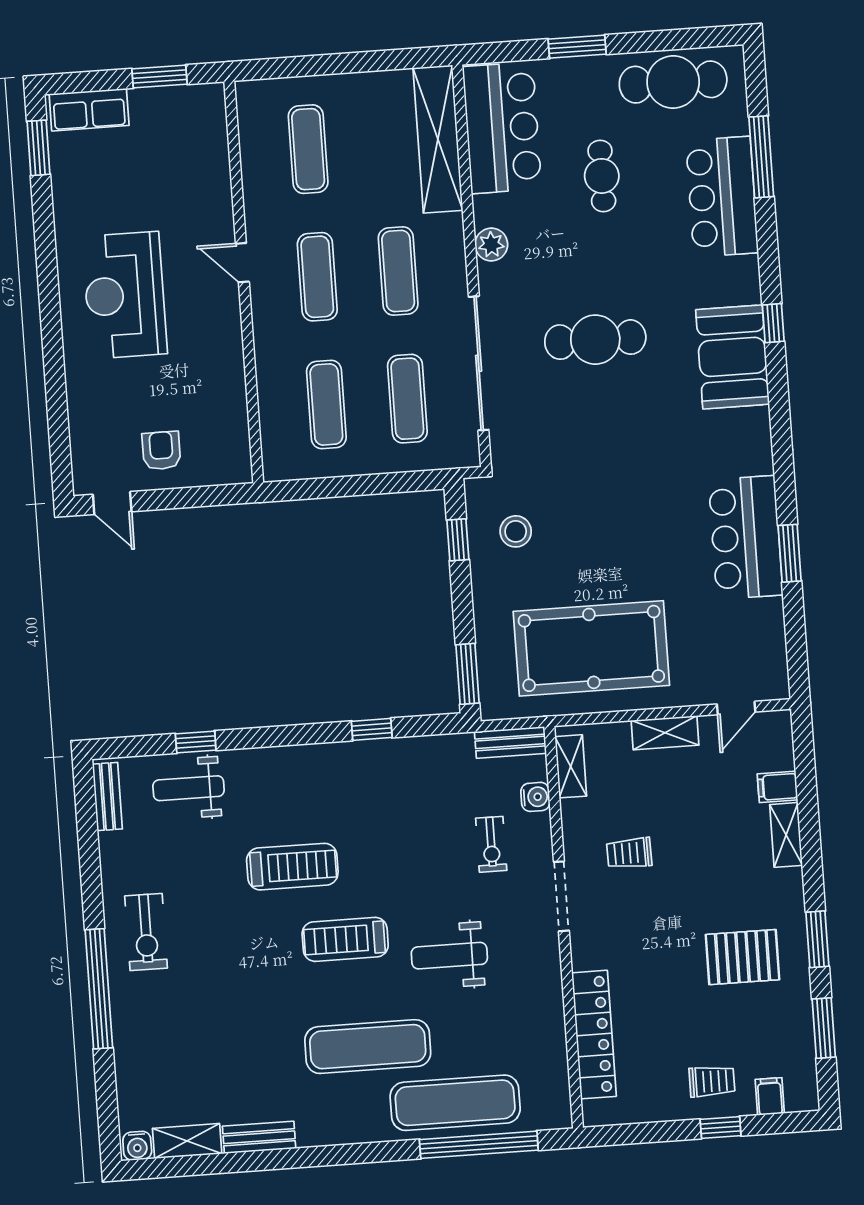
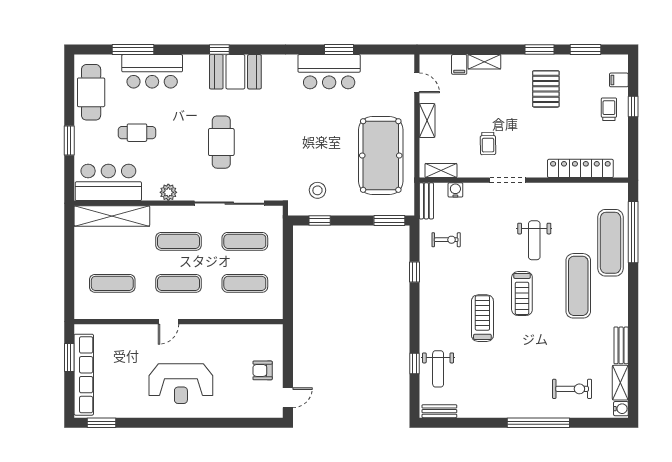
row of seats: (89, 110) -> (84, 375), width x2.02
exercise bike: (491, 844) -> (446, 240), moved
exercise bike: (146, 932) -> (572, 389), moved

